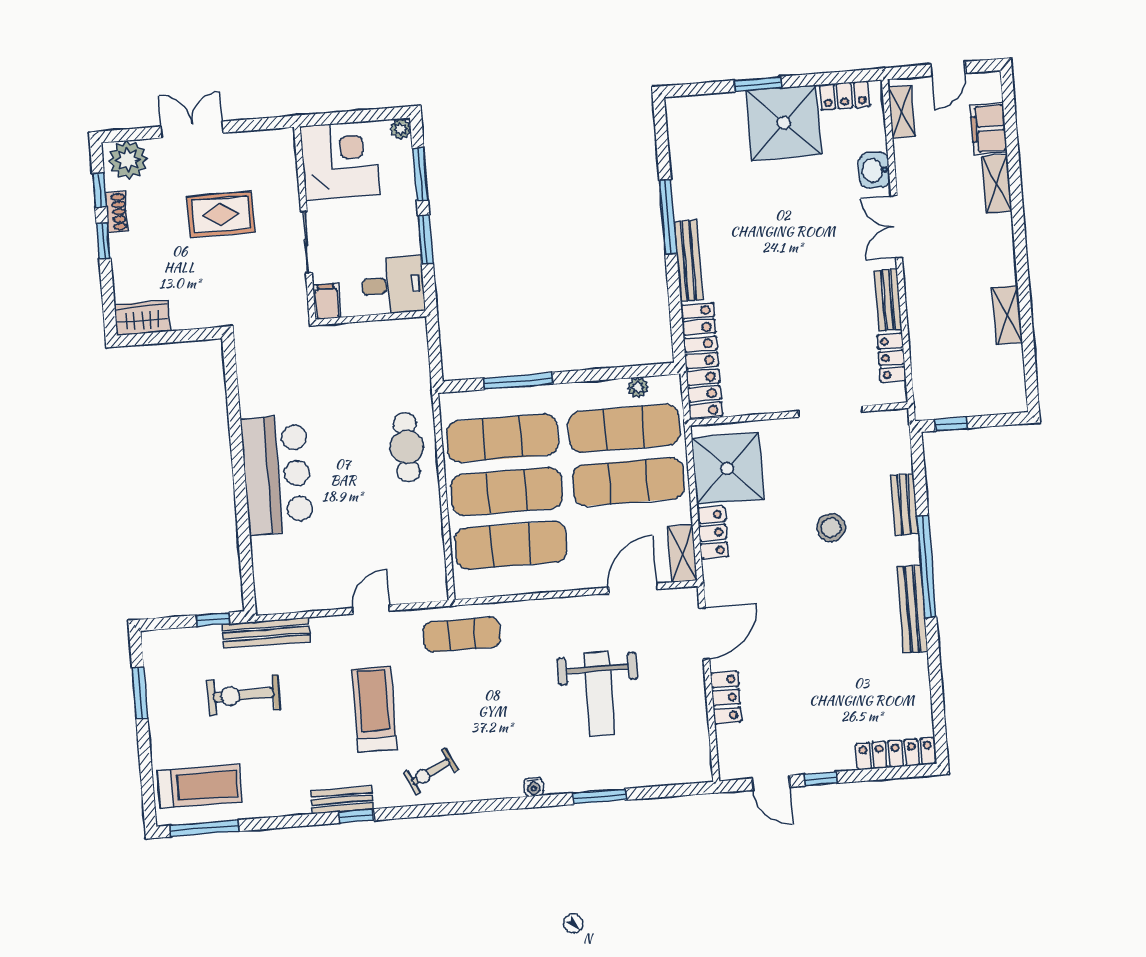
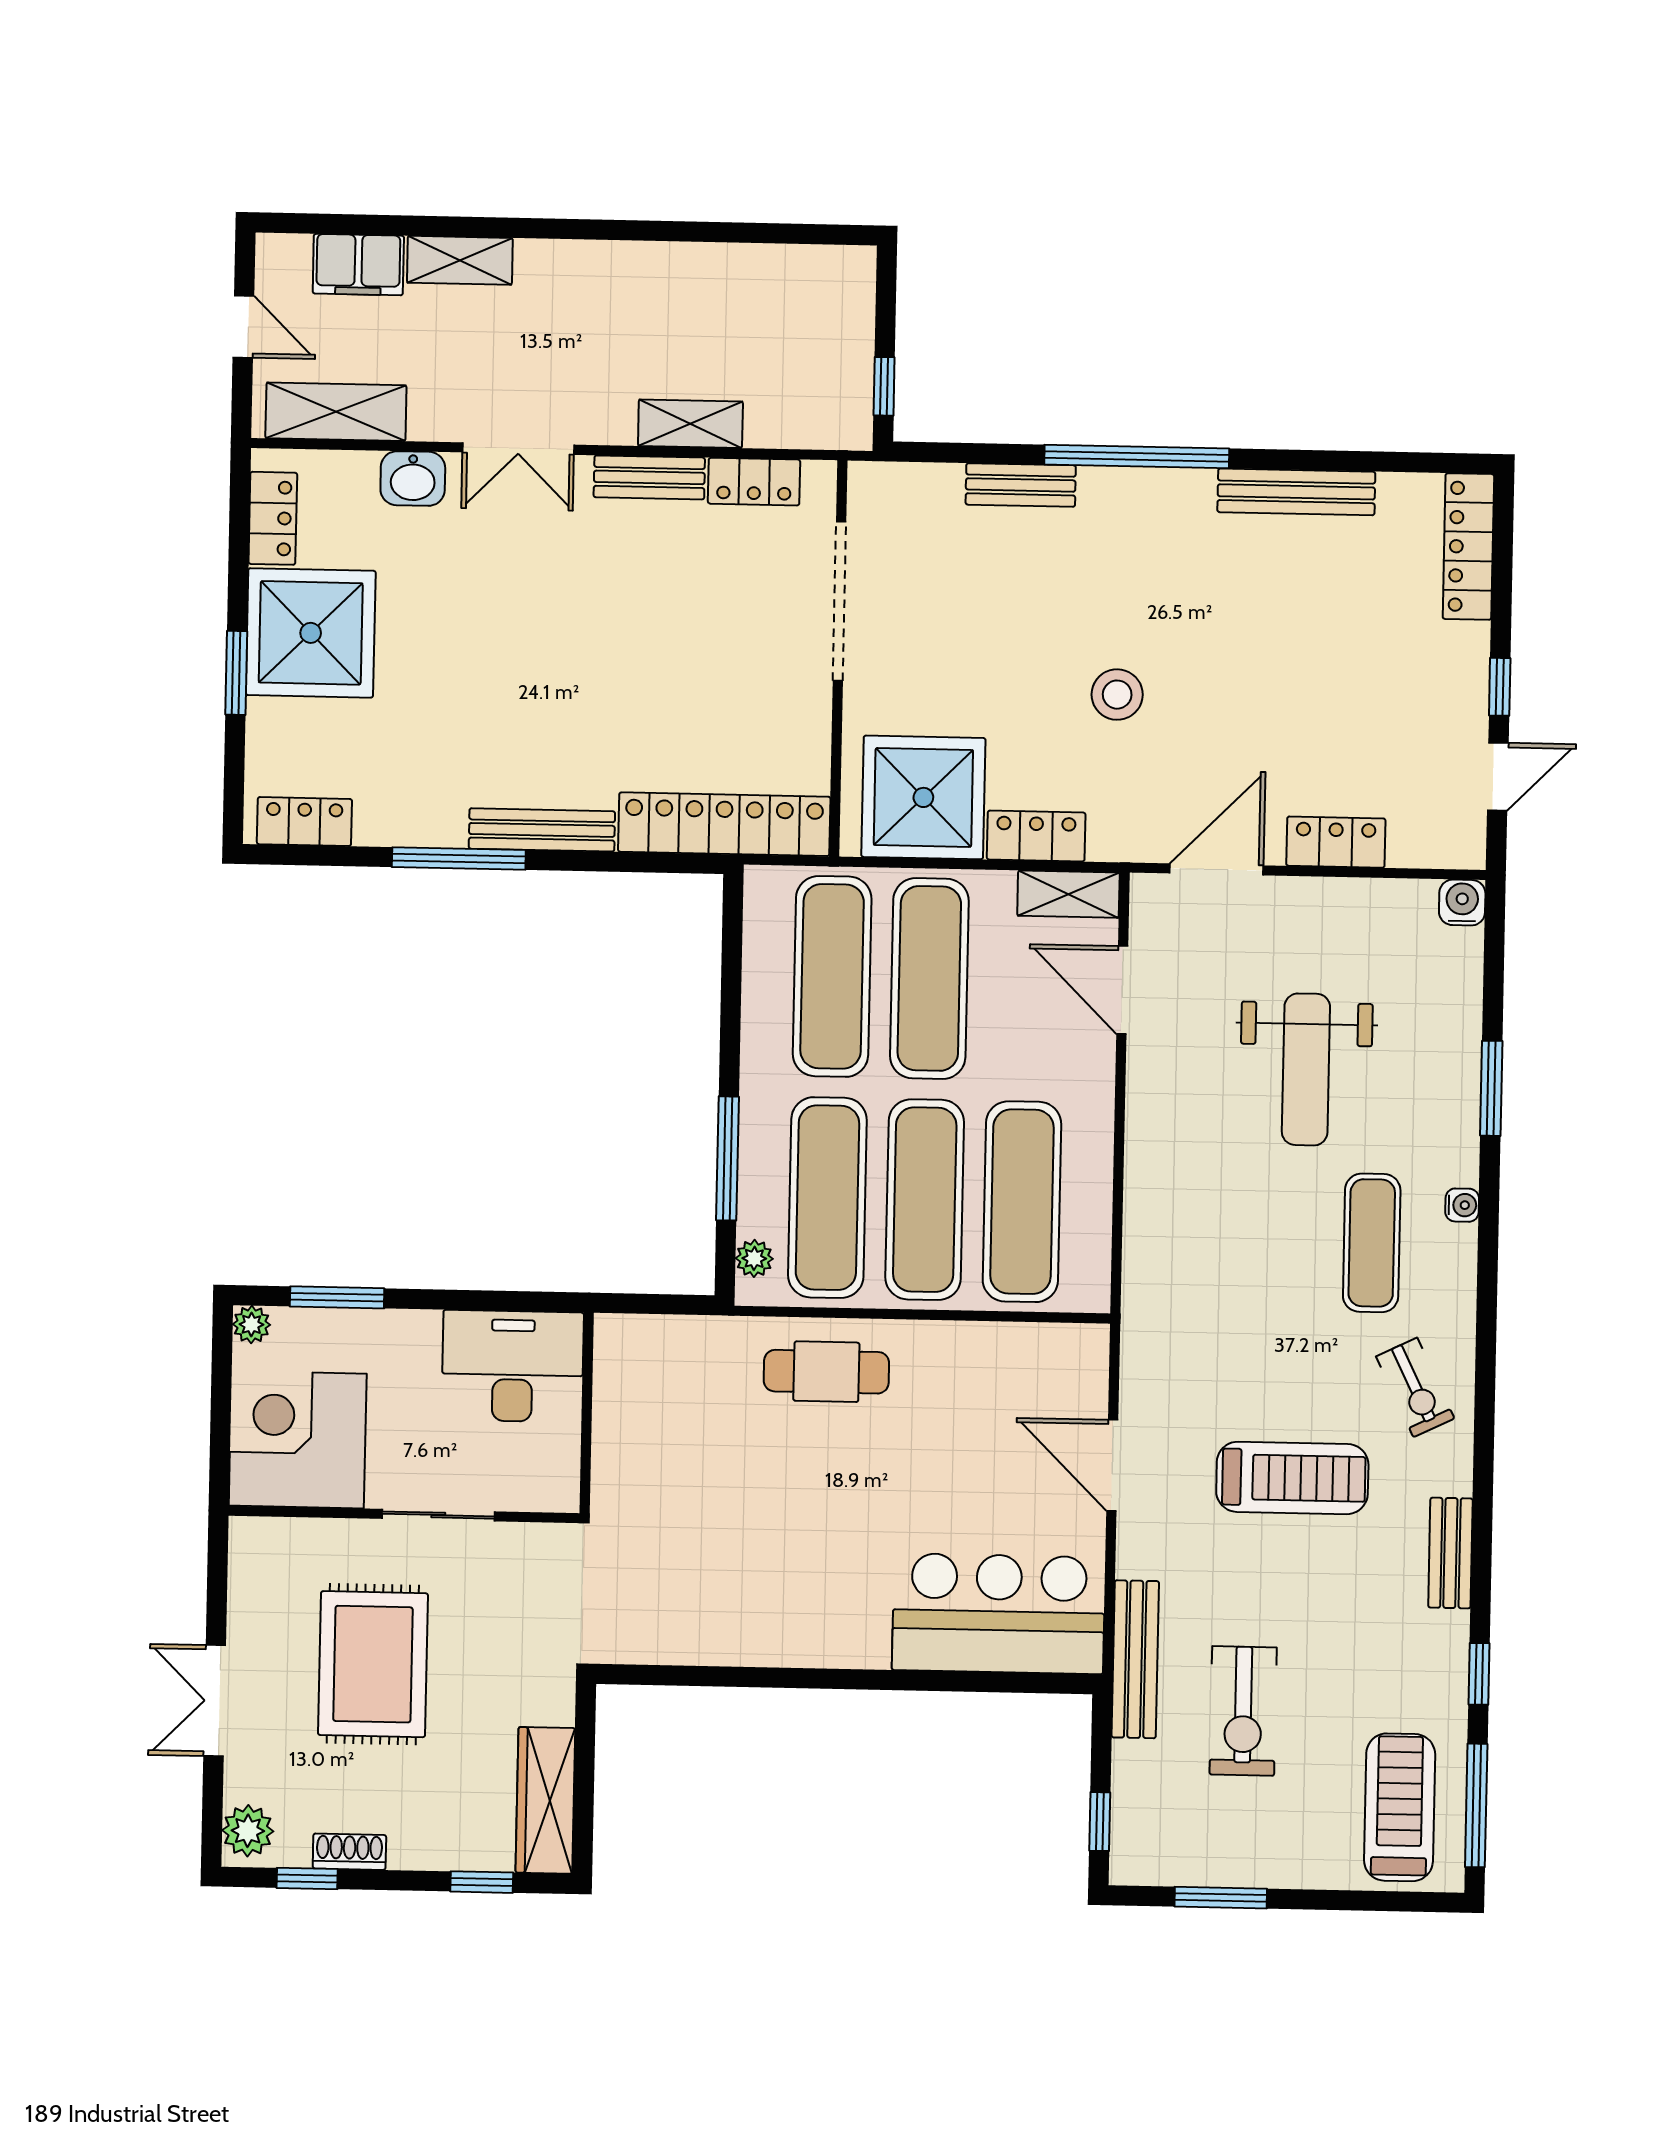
shelving: (902, 112) -> (336, 412), width x1.50, depth x1.33
locker: (680, 130) -> (304, 822), added
plant: (128, 160) -> (248, 1831), width x0.73, depth x0.73
rug: (221, 214) -> (373, 1664), width x1.36, depth x1.43
window: (425, 239) -> (455, 1300), removed
window: (103, 241) -> (482, 1882), moved
desk: (393, 285) -> (513, 1366), width x1.37
filing cabinet: (327, 301) -> (549, 1489), removed
shelving: (1007, 315) -> (690, 424), moved
wardrobe: (142, 318) -> (545, 1800), width x1.50
plant: (638, 387) -> (754, 1258), moved
doorway: (831, 411) -> (839, 601), width x1.36
bar counter: (277, 475) -> (999, 1614), moved
stool: (831, 528) -> (1117, 695), moved
door: (371, 609) -> (1112, 1465), width x1.38
bench: (912, 609) -> (1296, 492), moved
window: (213, 619) -> (1100, 1822), moved
door: (704, 633) -> (1217, 869), hinge flipped
exercise mat: (462, 635) -> (1372, 1243), moved
weight bench: (599, 694) -> (1306, 1069), turned 90
treadmill: (374, 709) -> (1292, 1478), turned 180
water cooler: (700, 770) -> (1462, 903), added
window: (356, 816) -> (1479, 1674), moved

